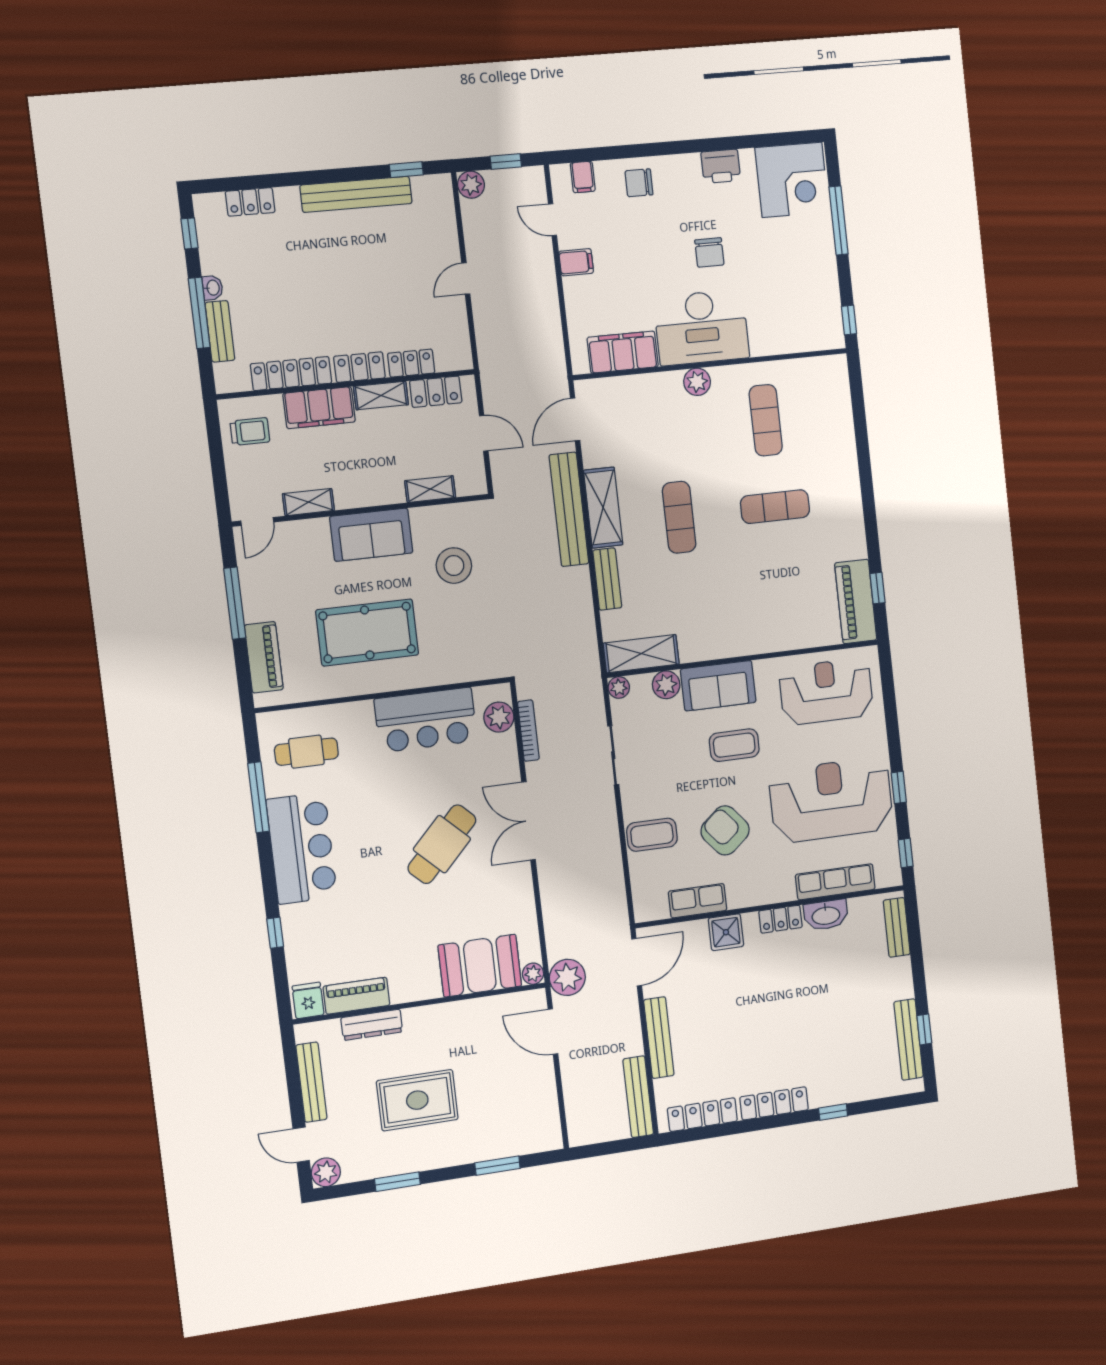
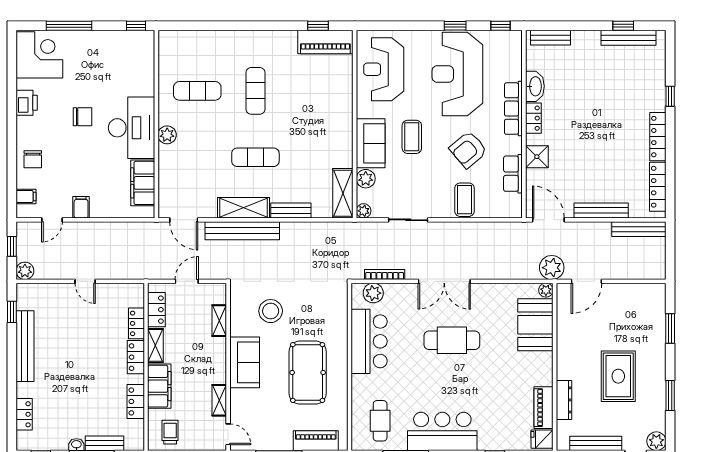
locker: (291, 374) -> (136, 401), width x0.66
cafe table: (442, 844) -> (452, 340), turned -44
row of seats: (835, 882) -> (513, 109), moved

